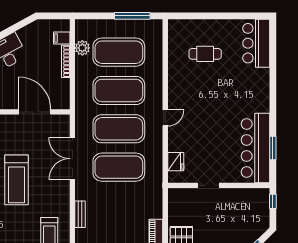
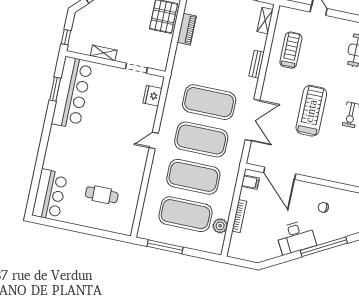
filing cabinet: (62, 38) -> (250, 182), moved
doorway: (208, 185) -> (136, 68), moved
shelving: (233, 194) -> (104, 53), added

